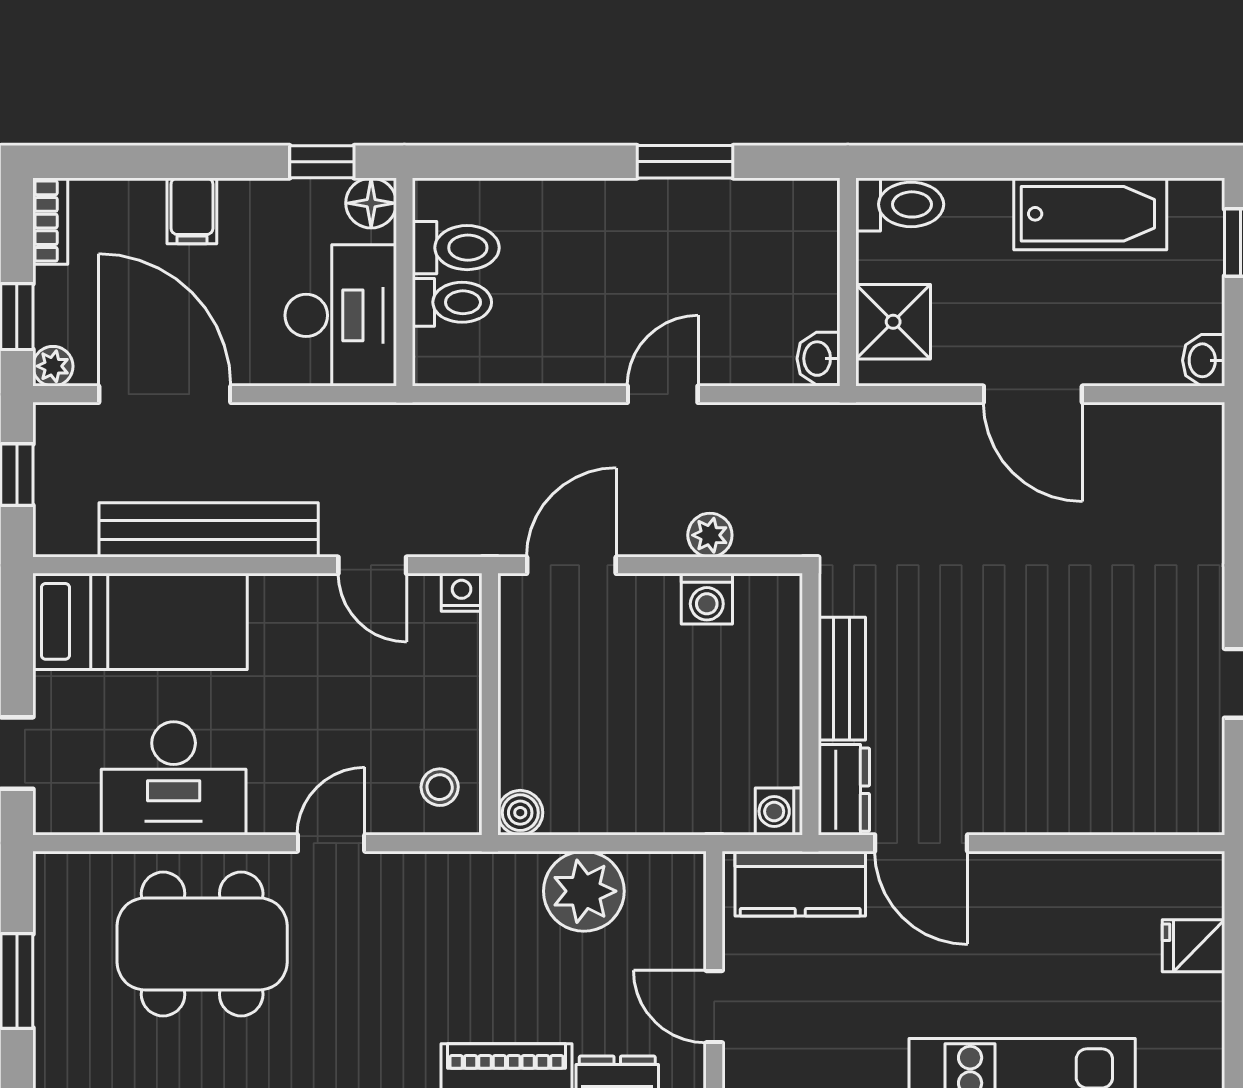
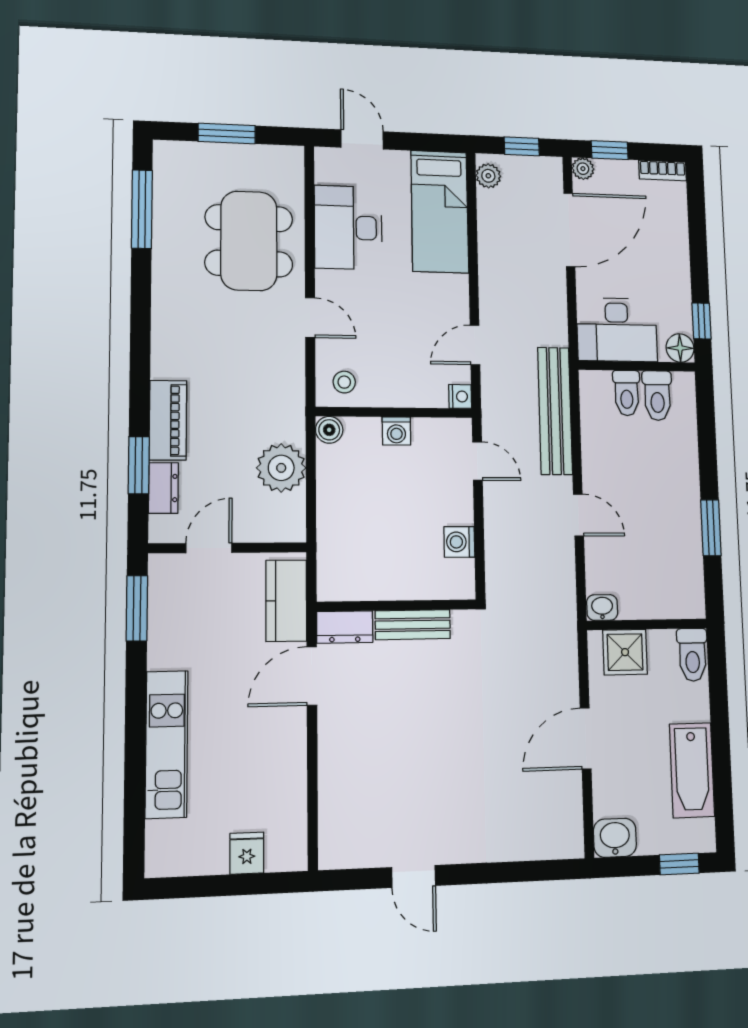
filing cabinet: (192, 211) -> (671, 248), removed
washbasin: (1204, 360) -> (615, 838), width x1.38, depth x1.45
bench: (209, 530) -> (555, 411), moved
plant: (710, 535) -> (488, 176), moved
door: (571, 565) -> (478, 461), width x0.73
washing machine: (779, 811) -> (396, 431), moved, turned 180

